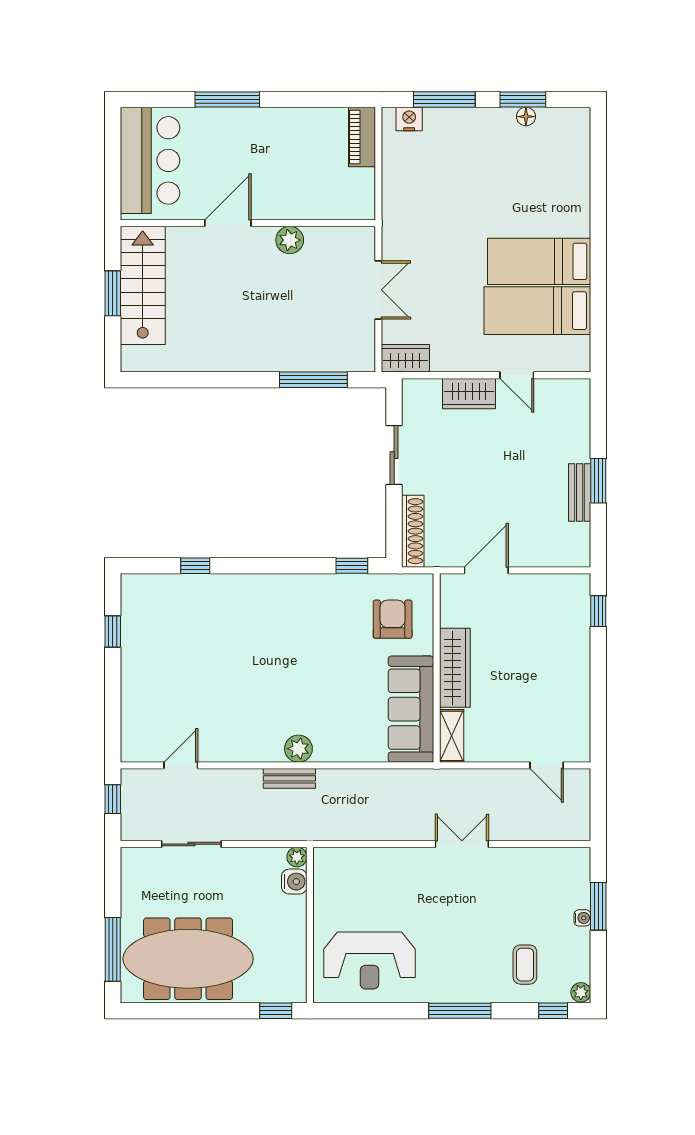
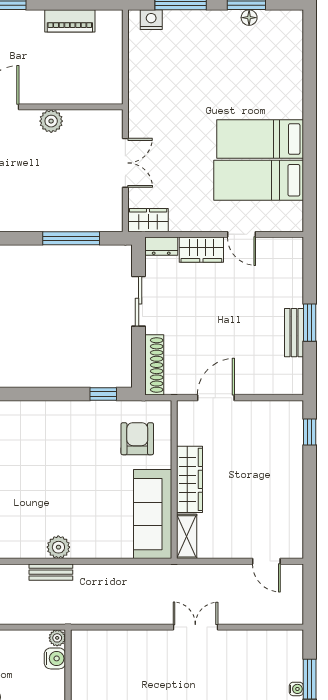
piano: (362, 137) -> (70, 21), moved, turned -90
dresser: (421, 389) -> (161, 246), added

